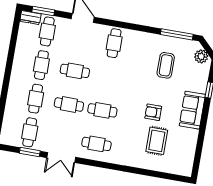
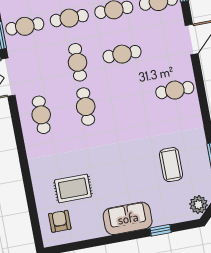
coffee table: (166, 65) -> (171, 165), turned 90
cafe table: (75, 71) -> (122, 54), turned 90
armchair: (153, 112) -> (60, 221), moved

